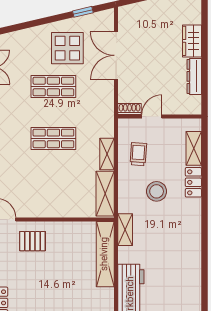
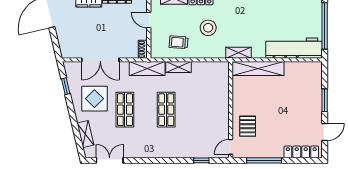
shelving: (23, 37) -> (85, 134), added
door: (152, 117) -> (149, 20), moved
shelving: (105, 194) -> (147, 69), moved

